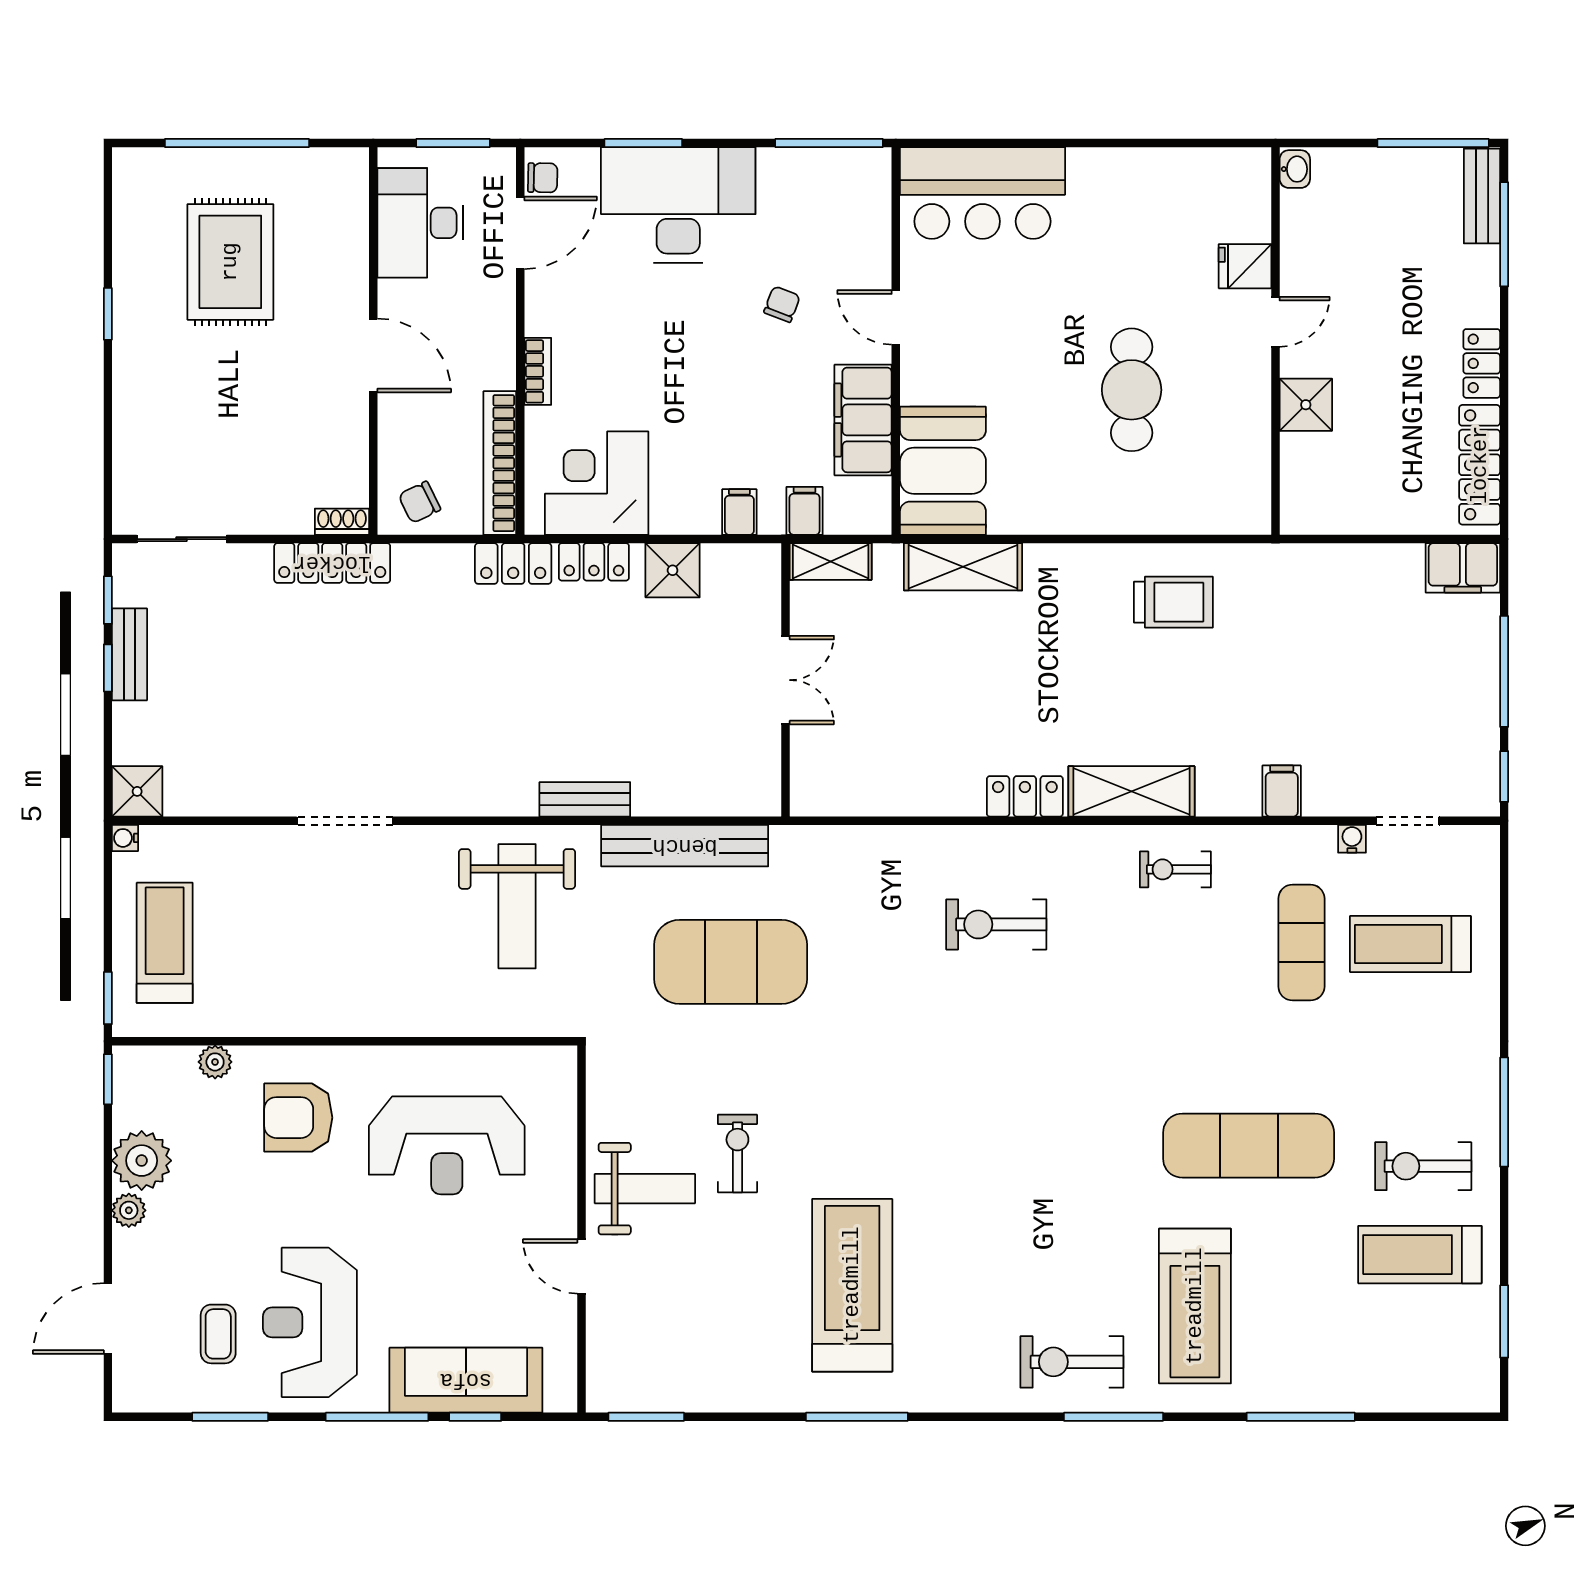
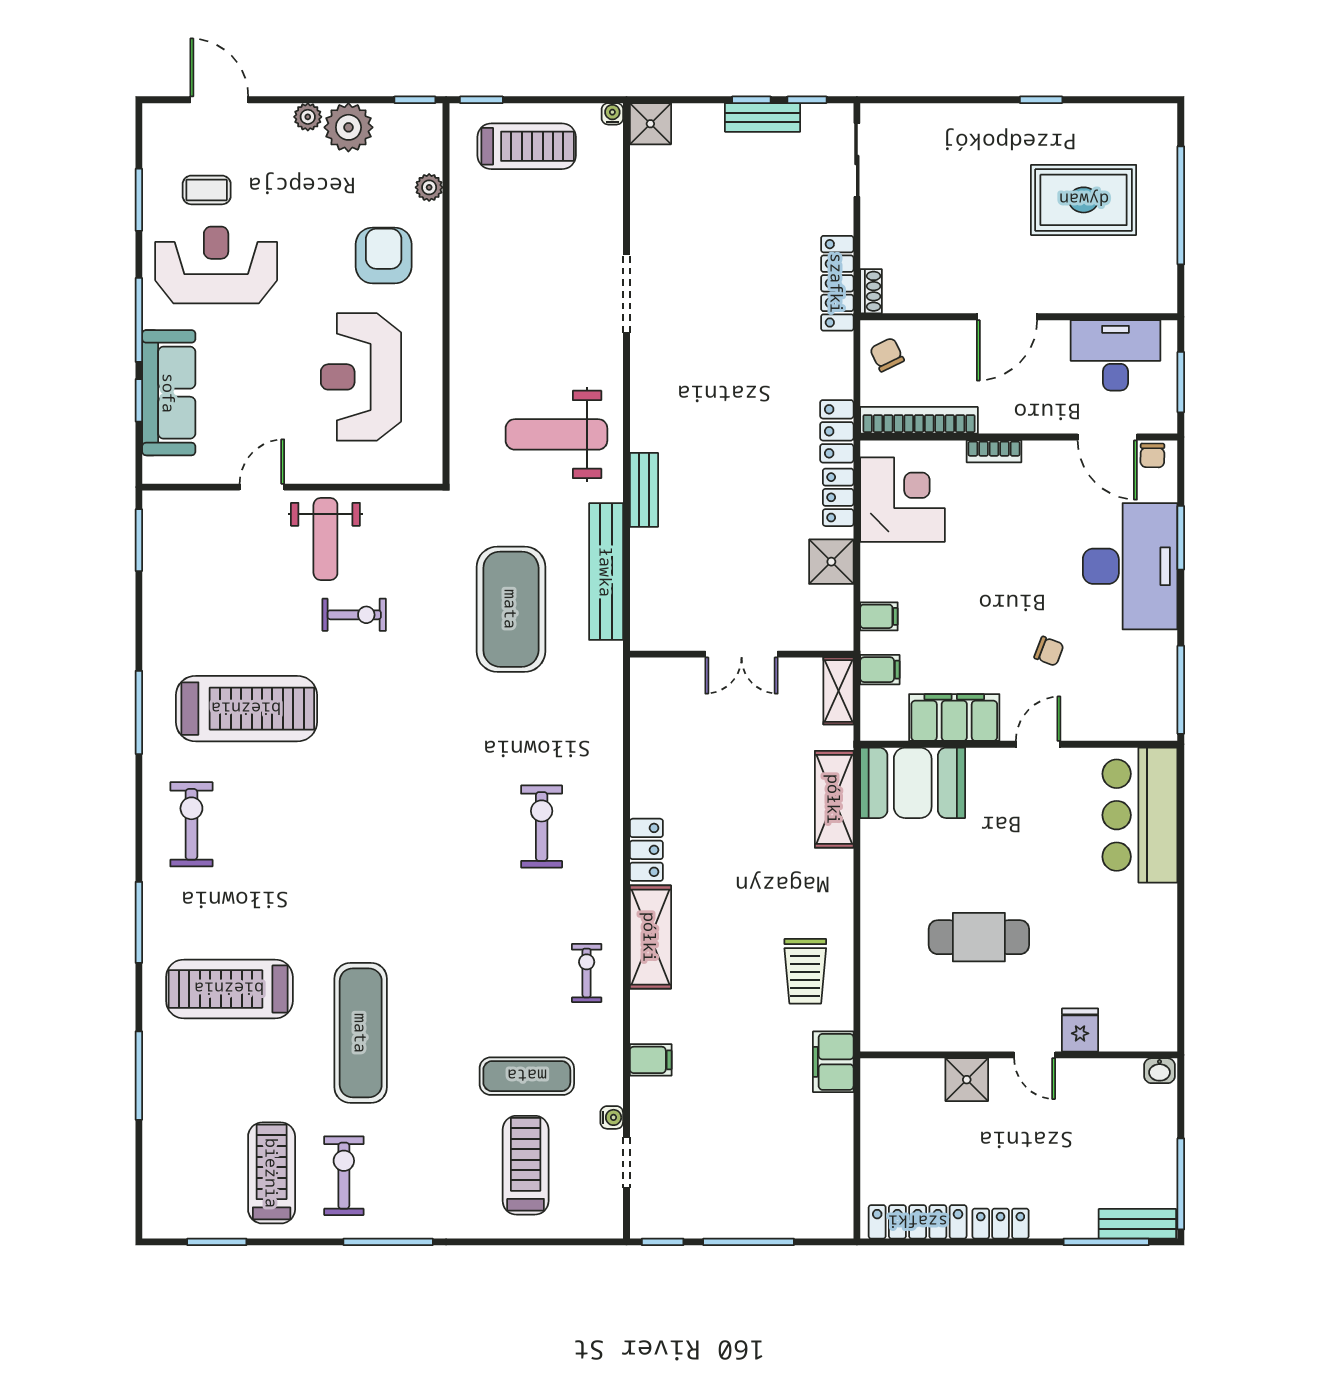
filing cabinet: (1463, 568) -> (833, 1062), moved
exercise bike: (1072, 1362) -> (191, 824), moved

